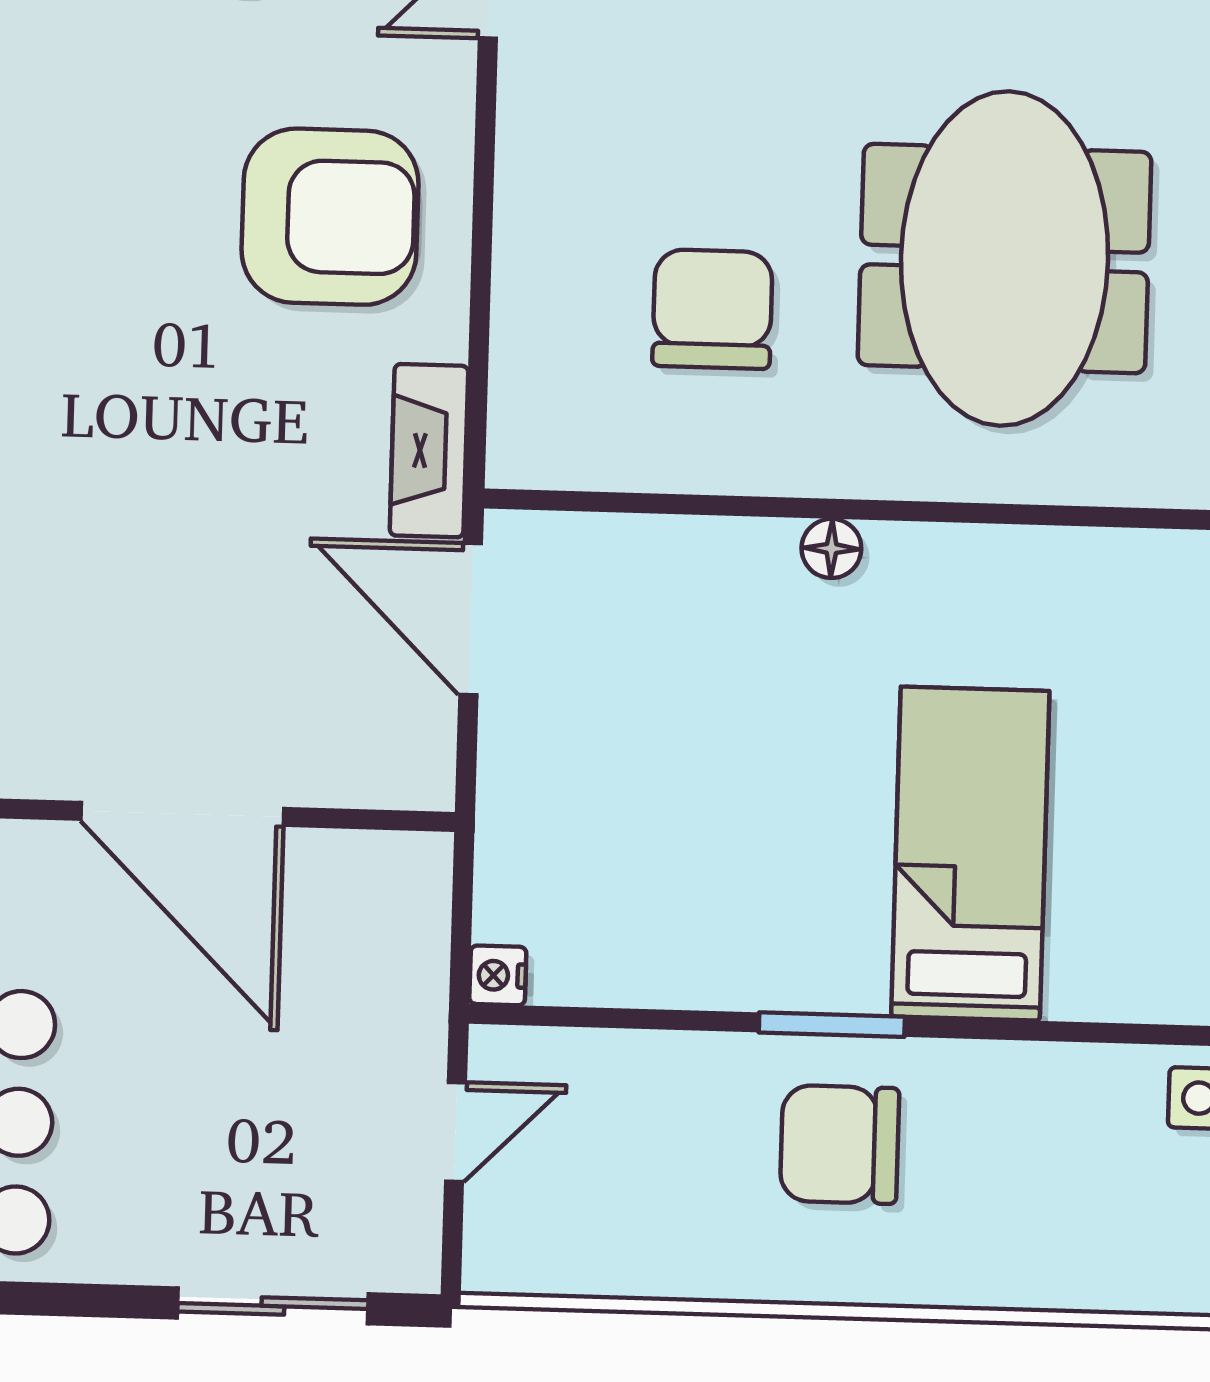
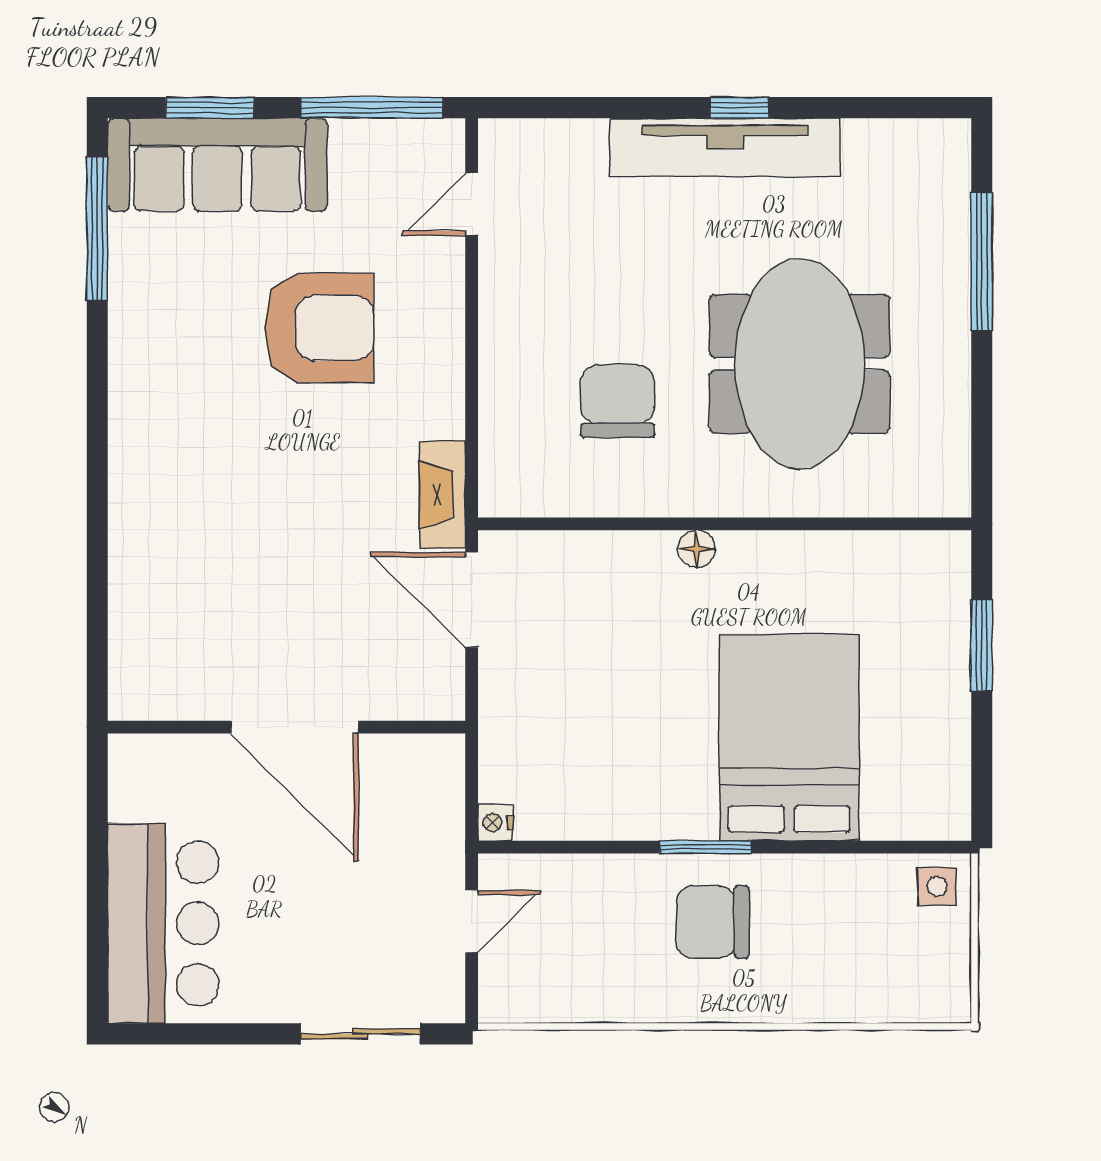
armchair: (330, 217) -> (319, 328), moved
bed: (970, 854) -> (789, 737), width x1.50

